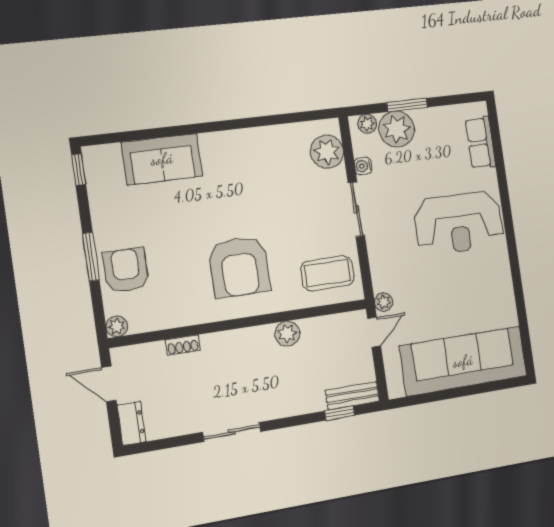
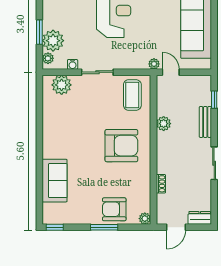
bench: (352, 396) -> (205, 122), moved

